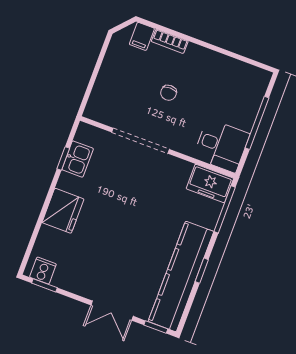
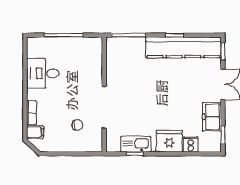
chair: (169, 93) -> (77, 125), moved
desk: (221, 146) -> (43, 73), moved, turned -90
kitchen sink: (78, 159) -> (136, 144), width x1.38
freezer: (210, 183) -> (212, 117), moved, turned 180
cooker: (43, 271) -> (191, 144), moved, turned 90

